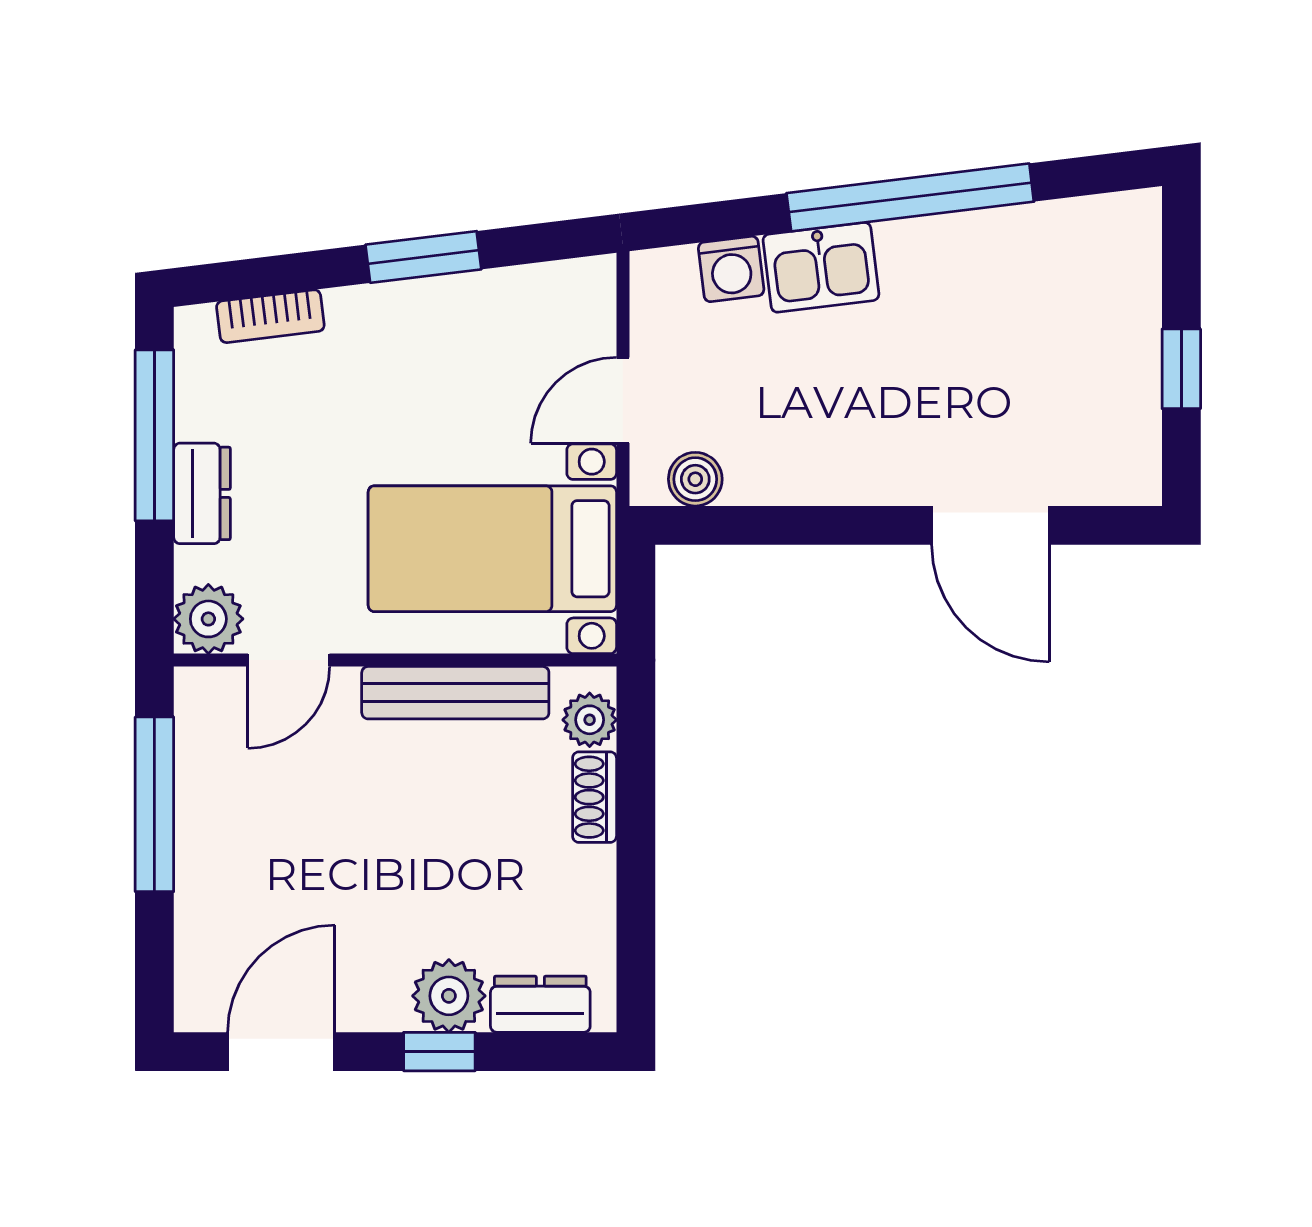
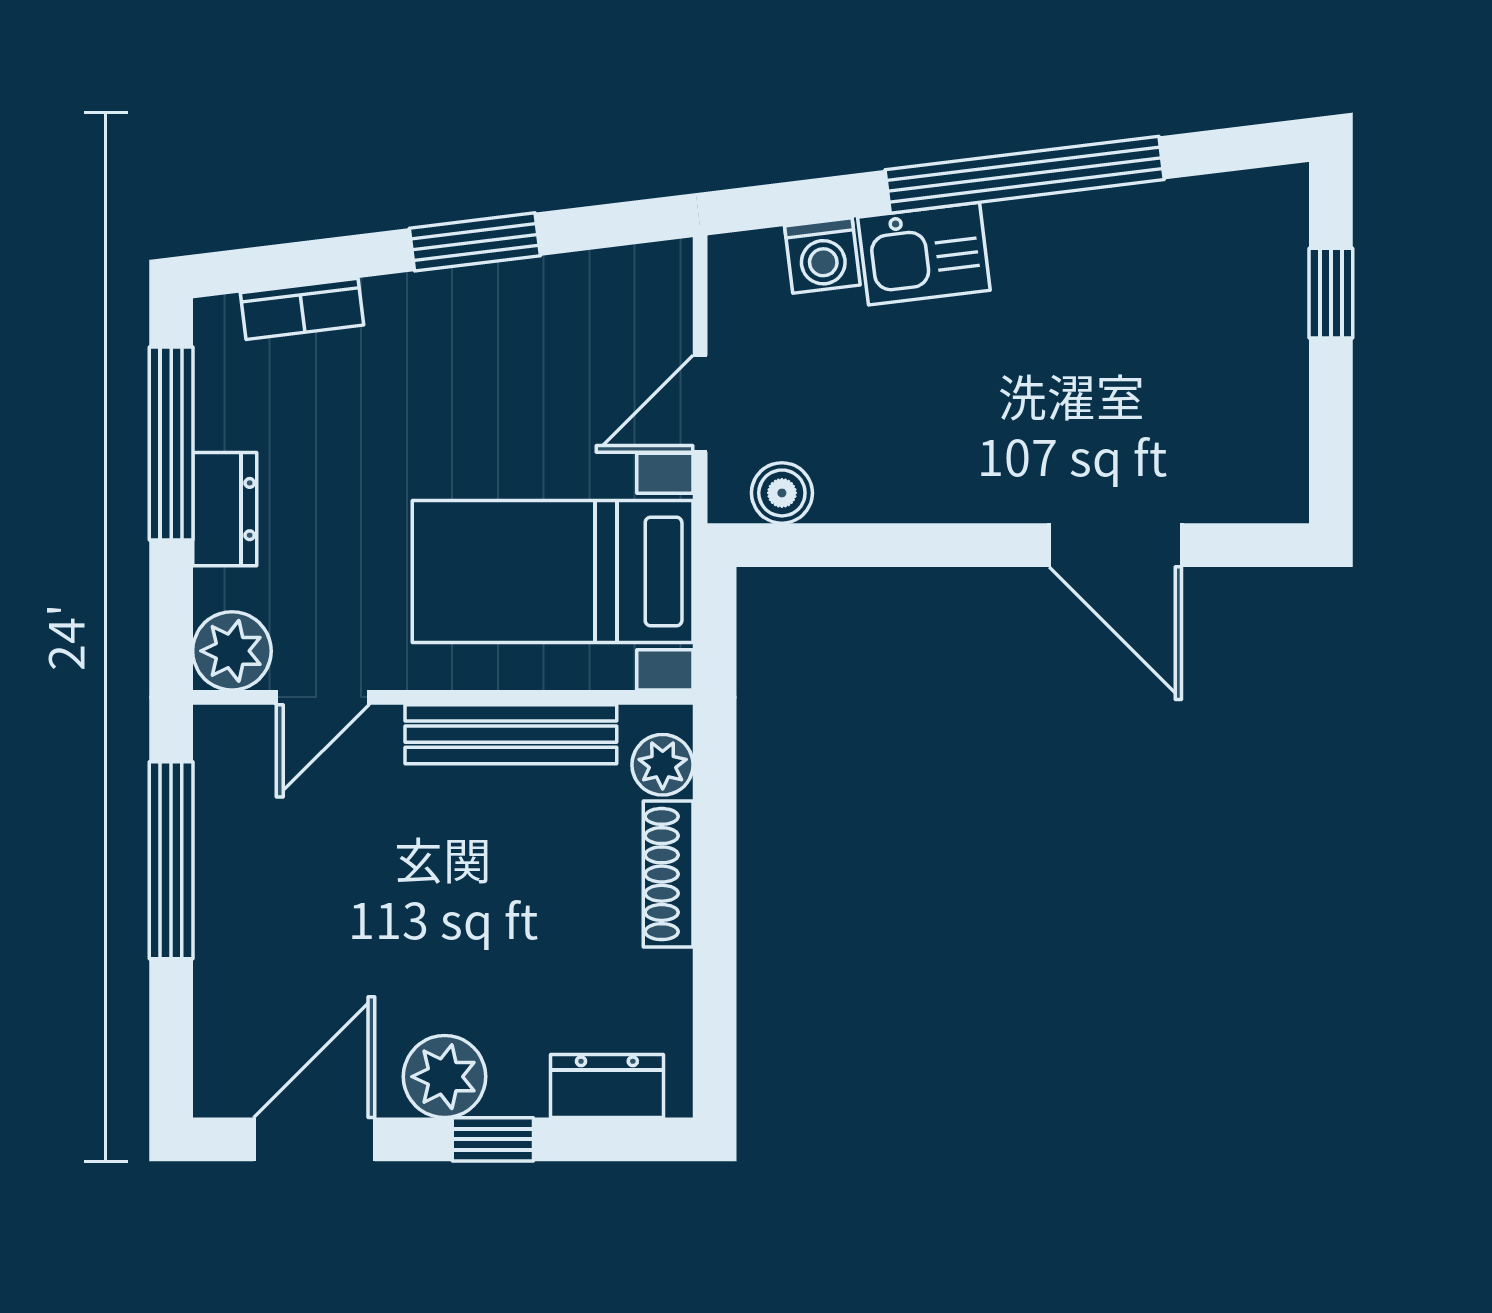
window: (1181, 369) -> (1331, 293), moved
shoe rack: (595, 797) -> (668, 874), width x1.43
plant: (449, 996) -> (445, 1077), moved

